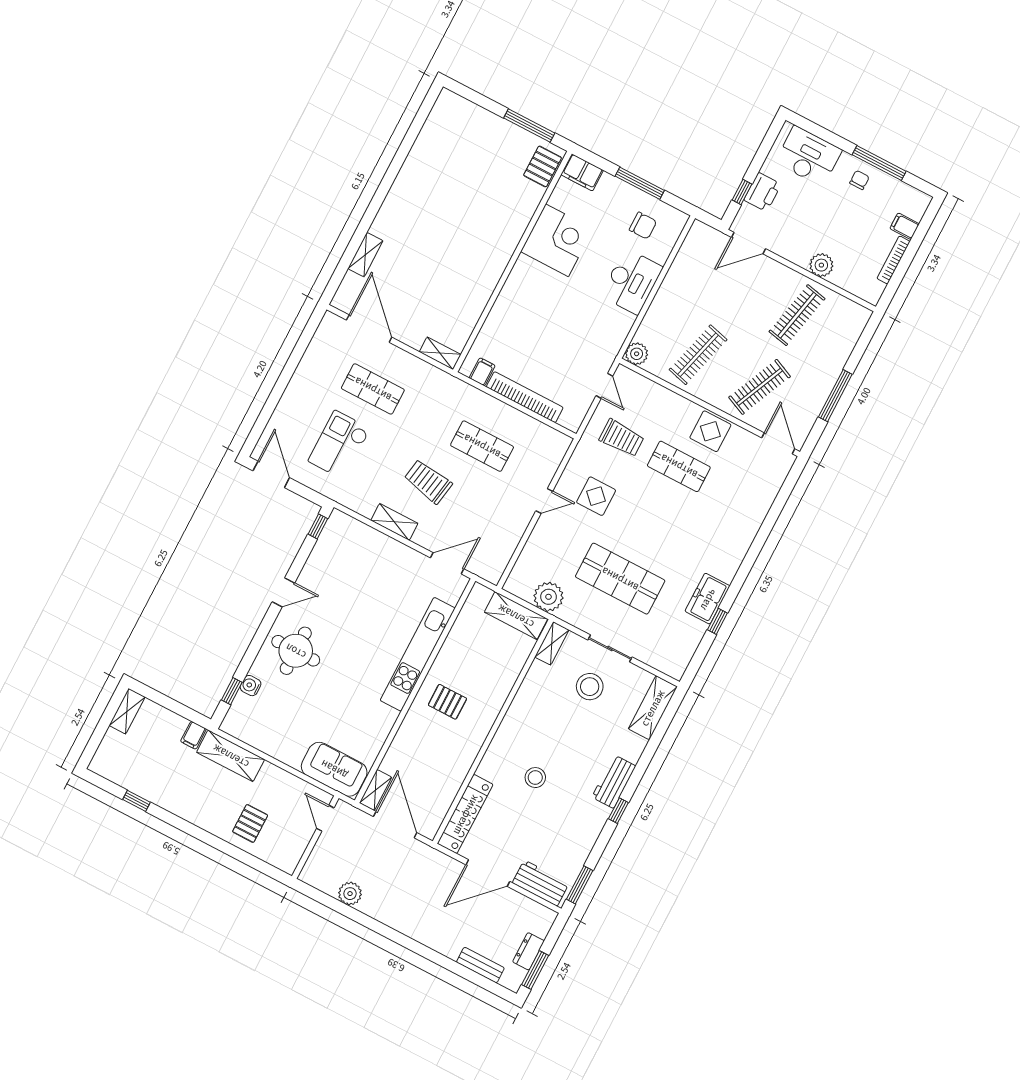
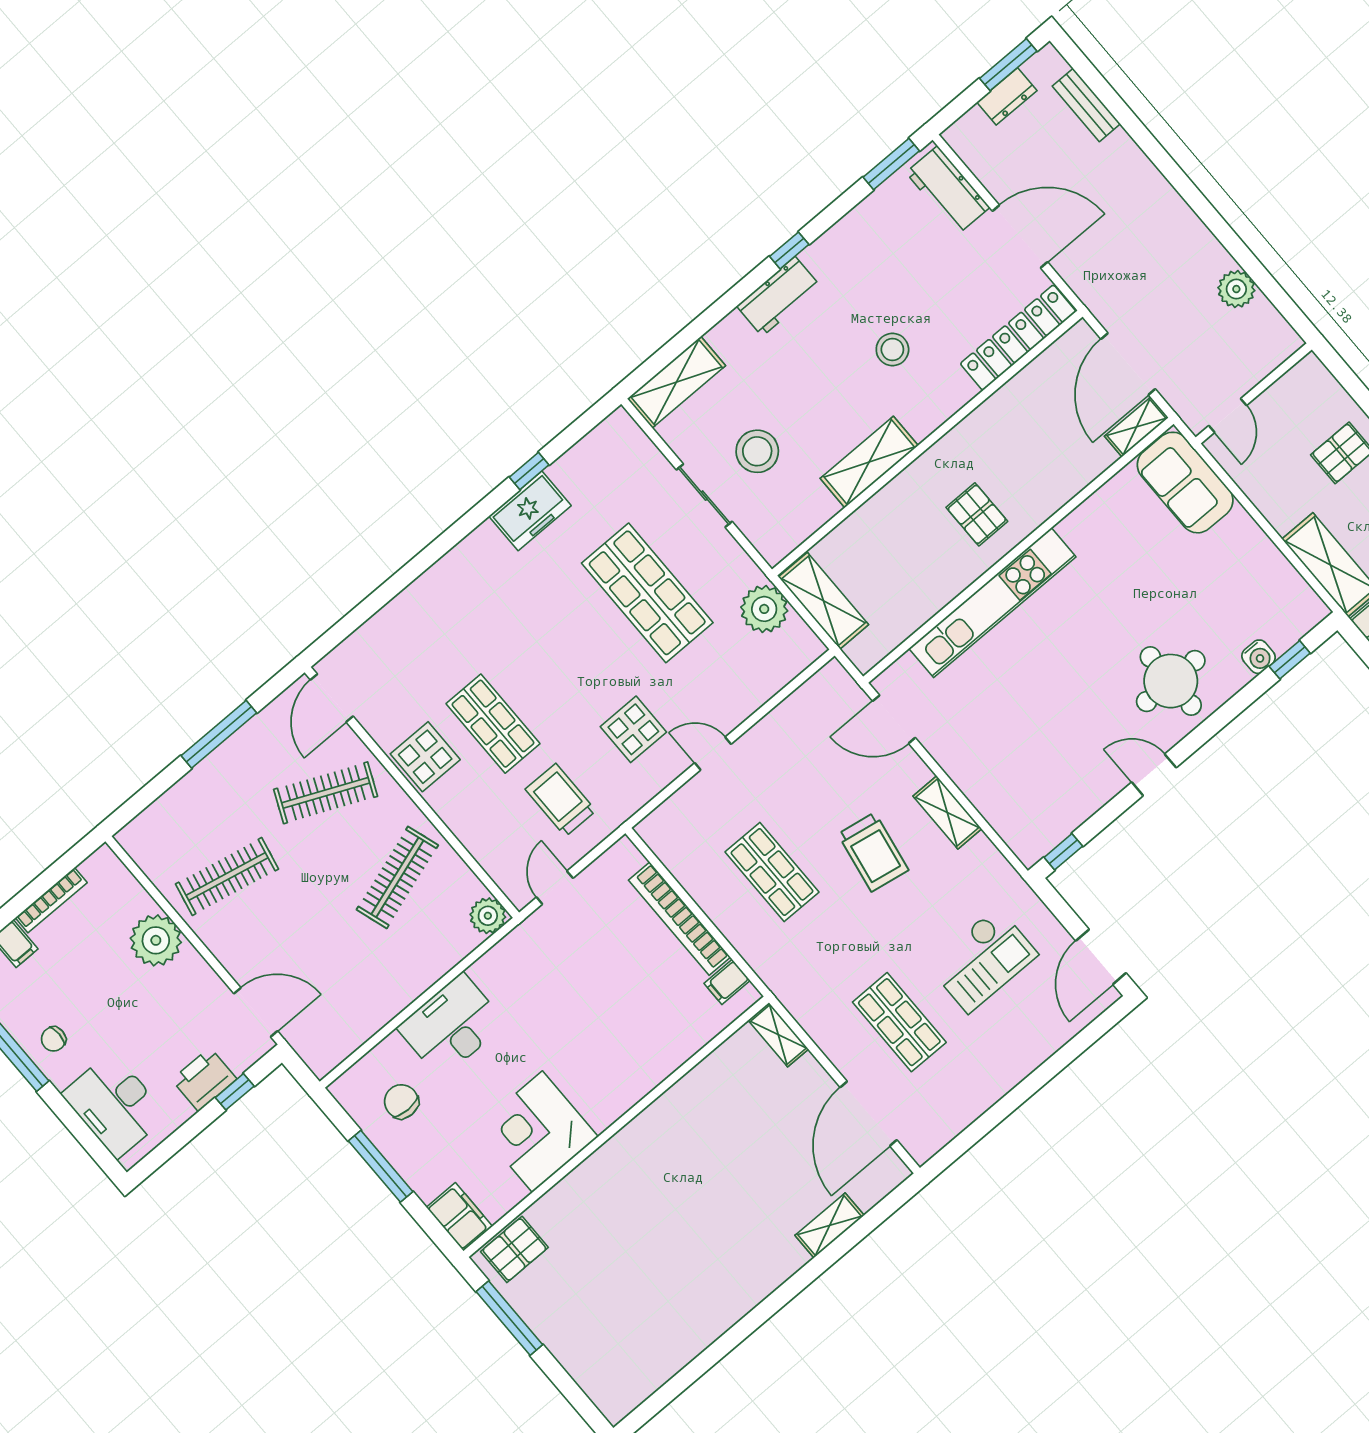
plant: (821, 265) -> (156, 940), width x1.36, depth x1.36
clothes rail: (698, 355) -> (397, 877), turned -33
shelving: (552, 643) -> (869, 462), moved, width x1.50, depth x1.33

